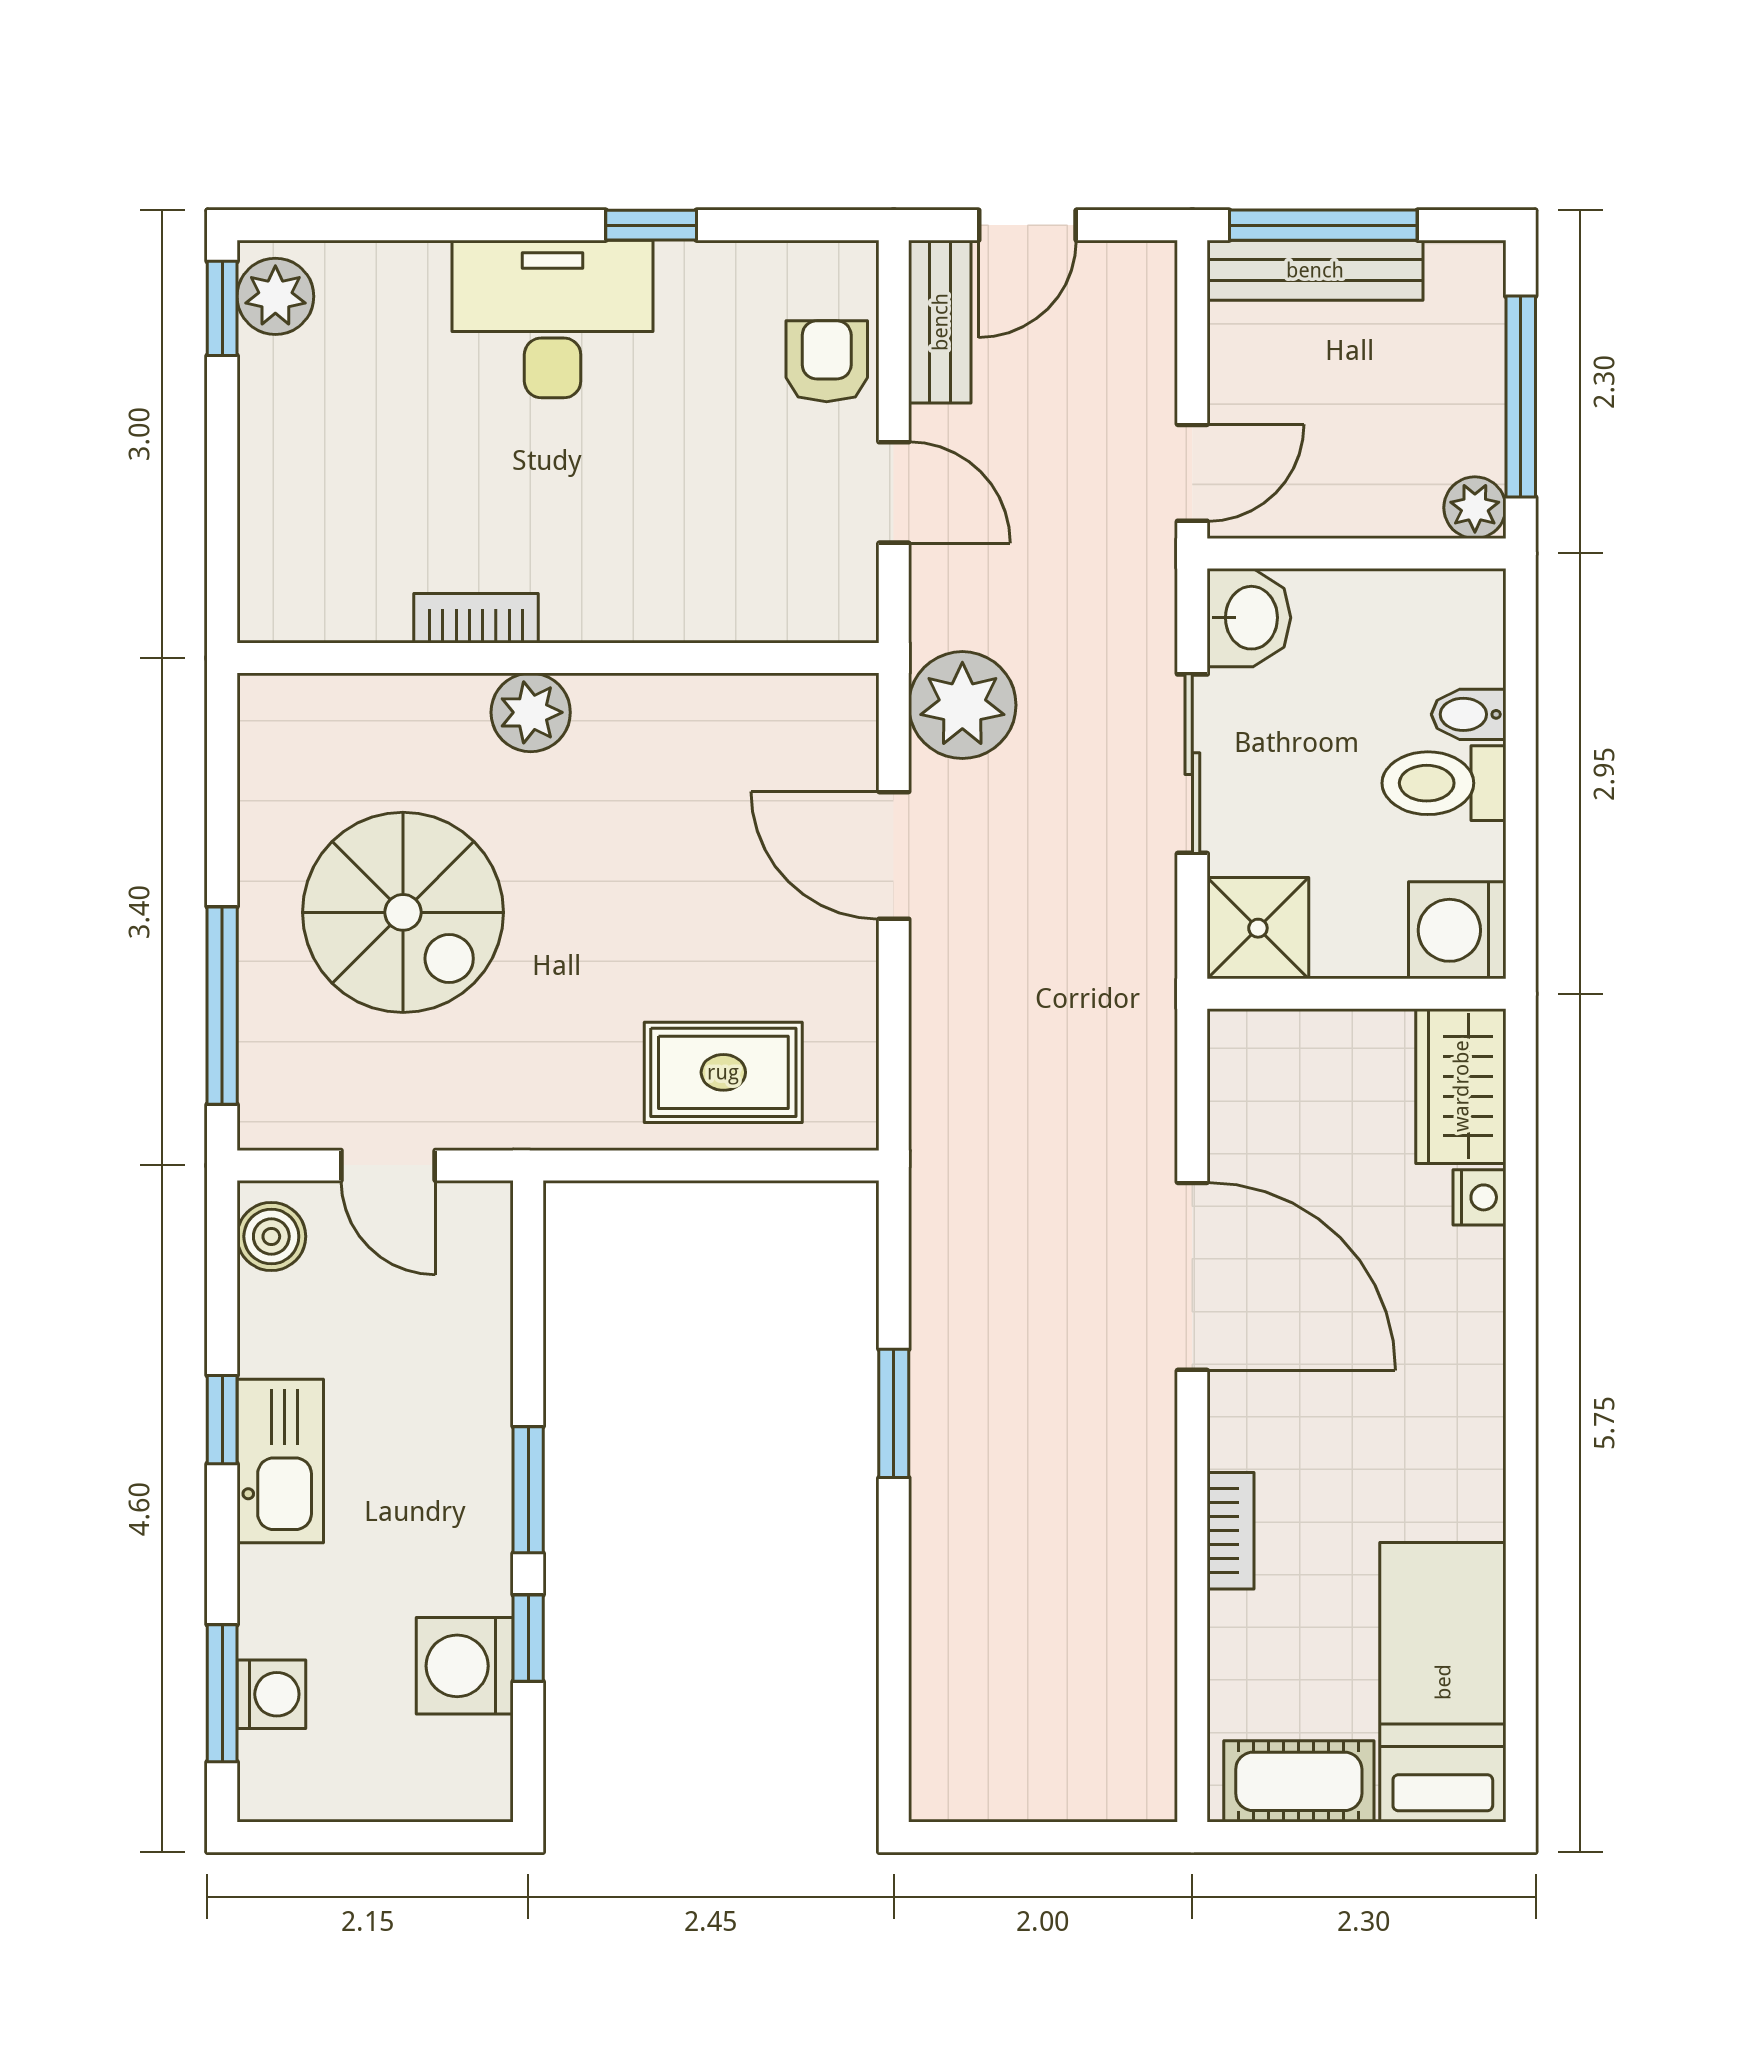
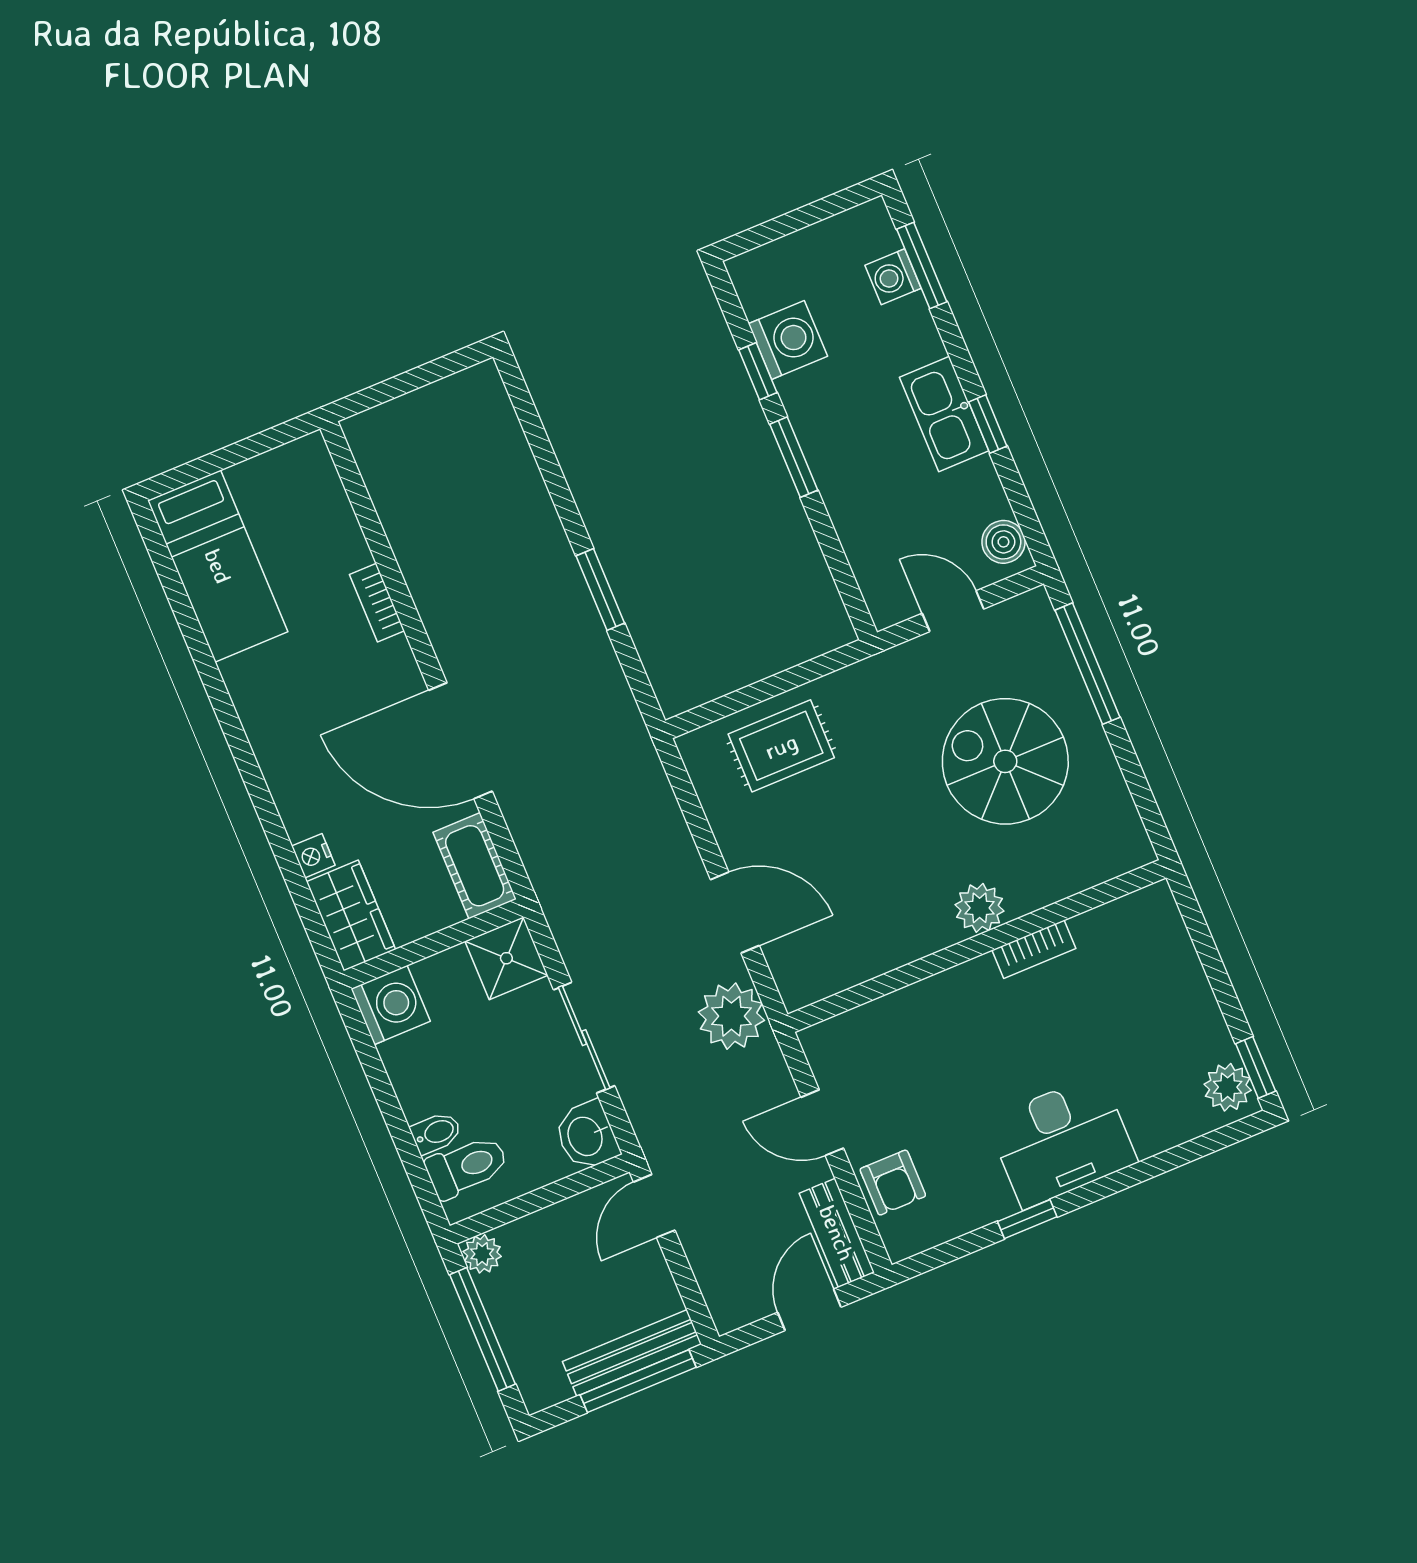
toilet: (1444, 783) -> (467, 1167), moved
cot: (1299, 1781) -> (475, 866), moved, turned 90

